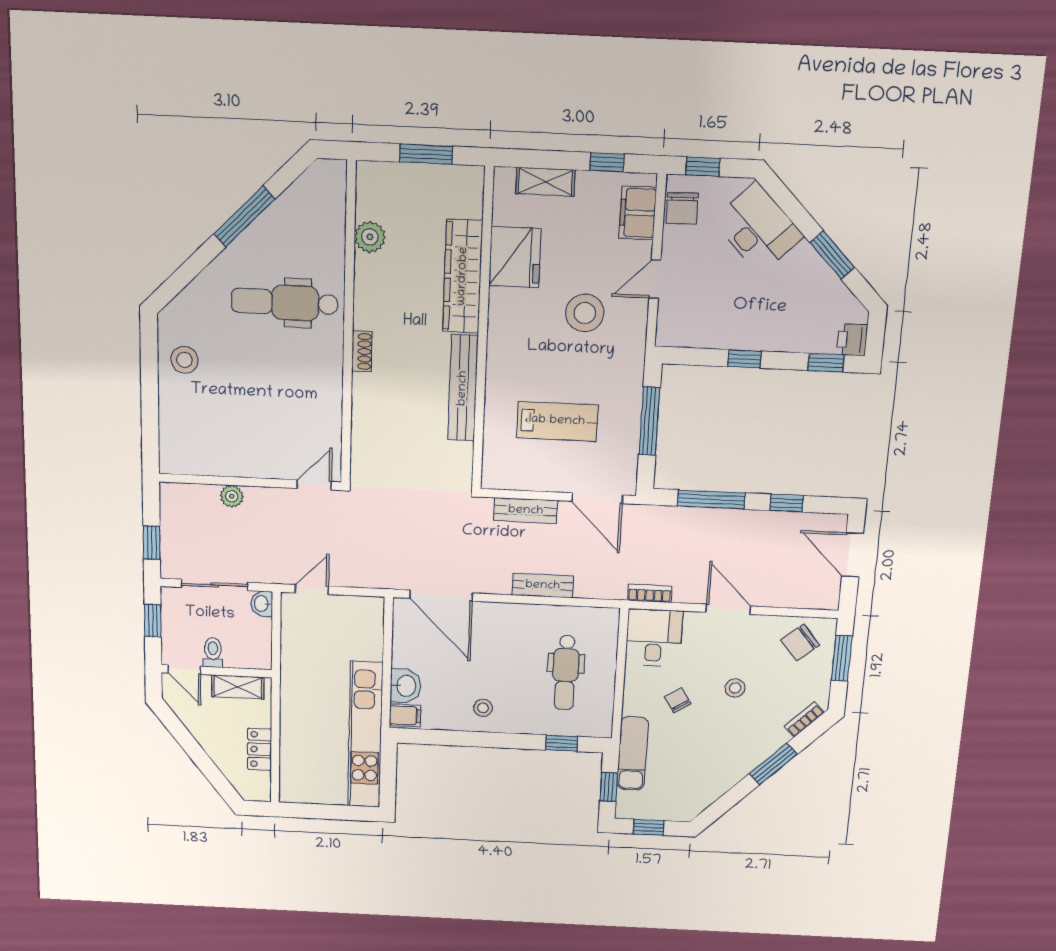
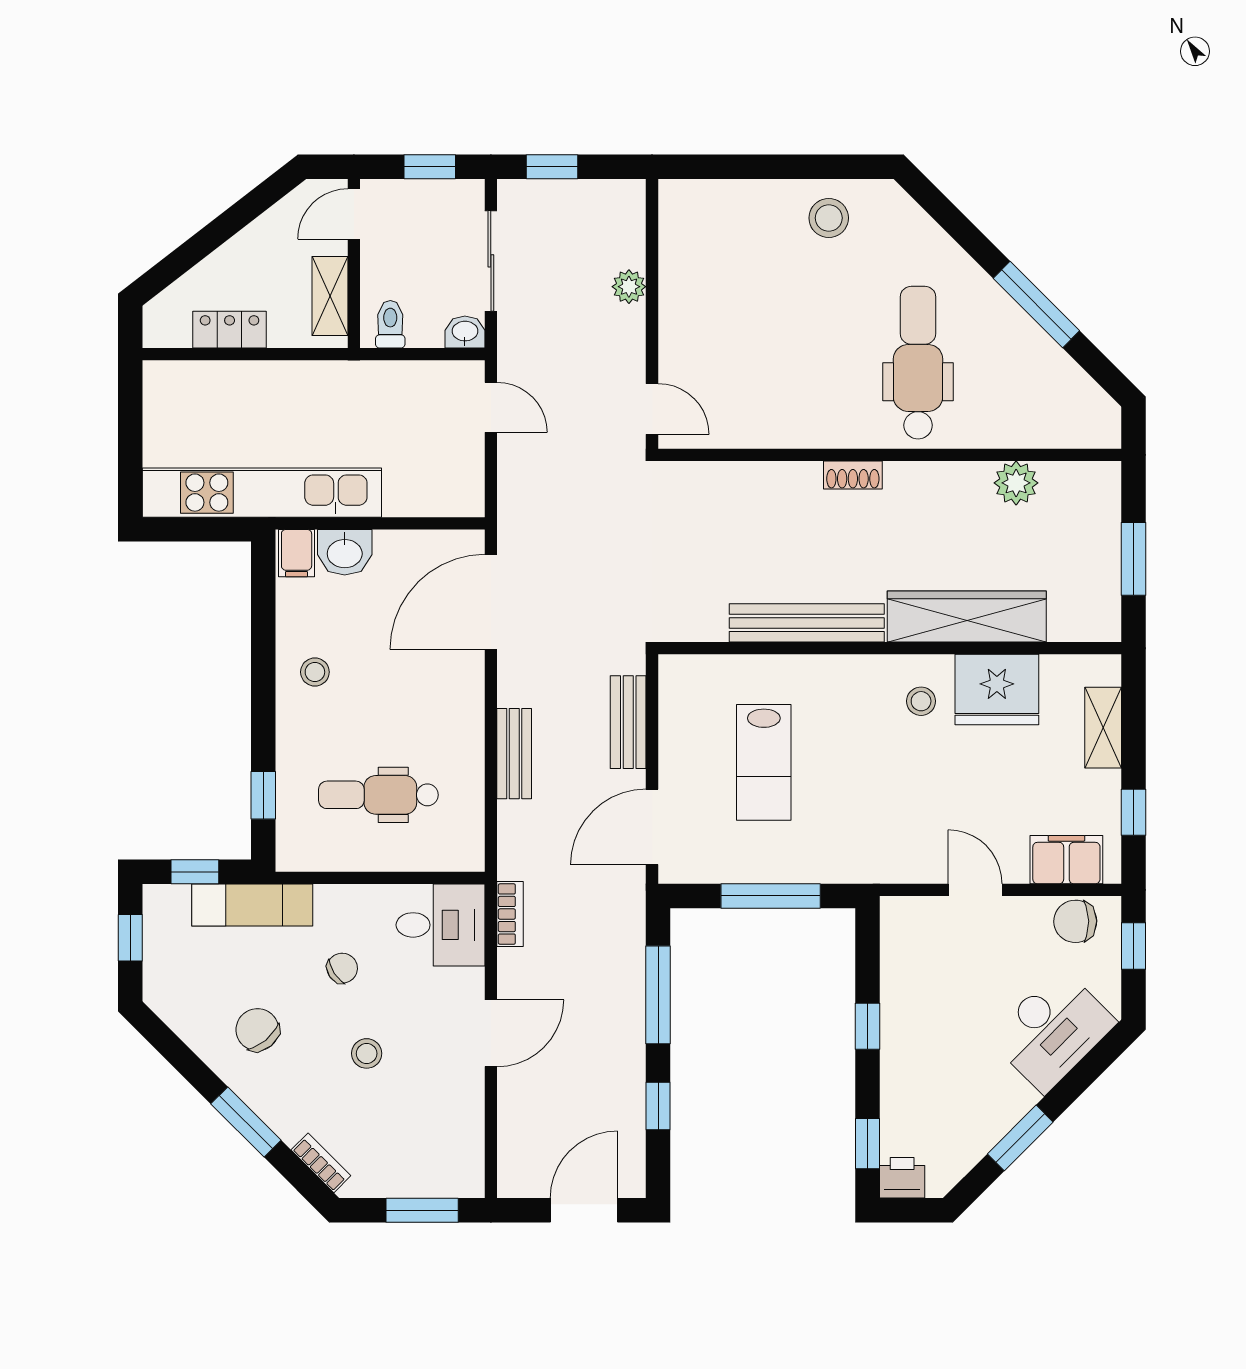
stool: (585, 313) -> (921, 701), moved, width x0.53, depth x0.53
chair: (800, 643) -> (257, 1030), moved
toilet: (213, 652) -> (390, 324), moved, turned -90

